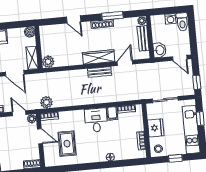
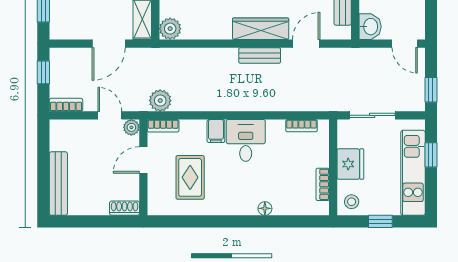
door: (15, 73) -> (109, 44), hinge flipped
filing cabinet: (112, 113) -> (216, 131), moved
door: (40, 136) -> (143, 160), swing flipped

